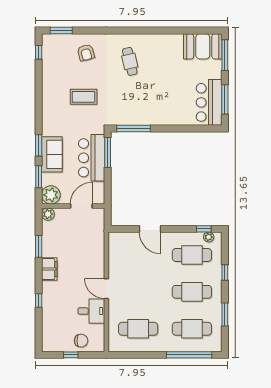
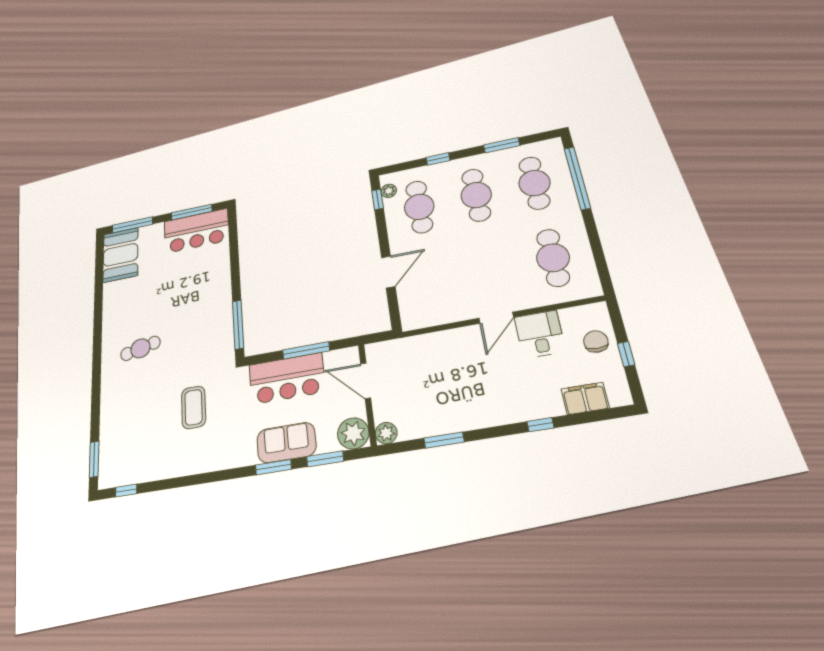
armchair: (86, 53) -> (127, 415), removed
window: (108, 153) -> (306, 350), moved
filing cabinet: (49, 269) -> (585, 398), moved

